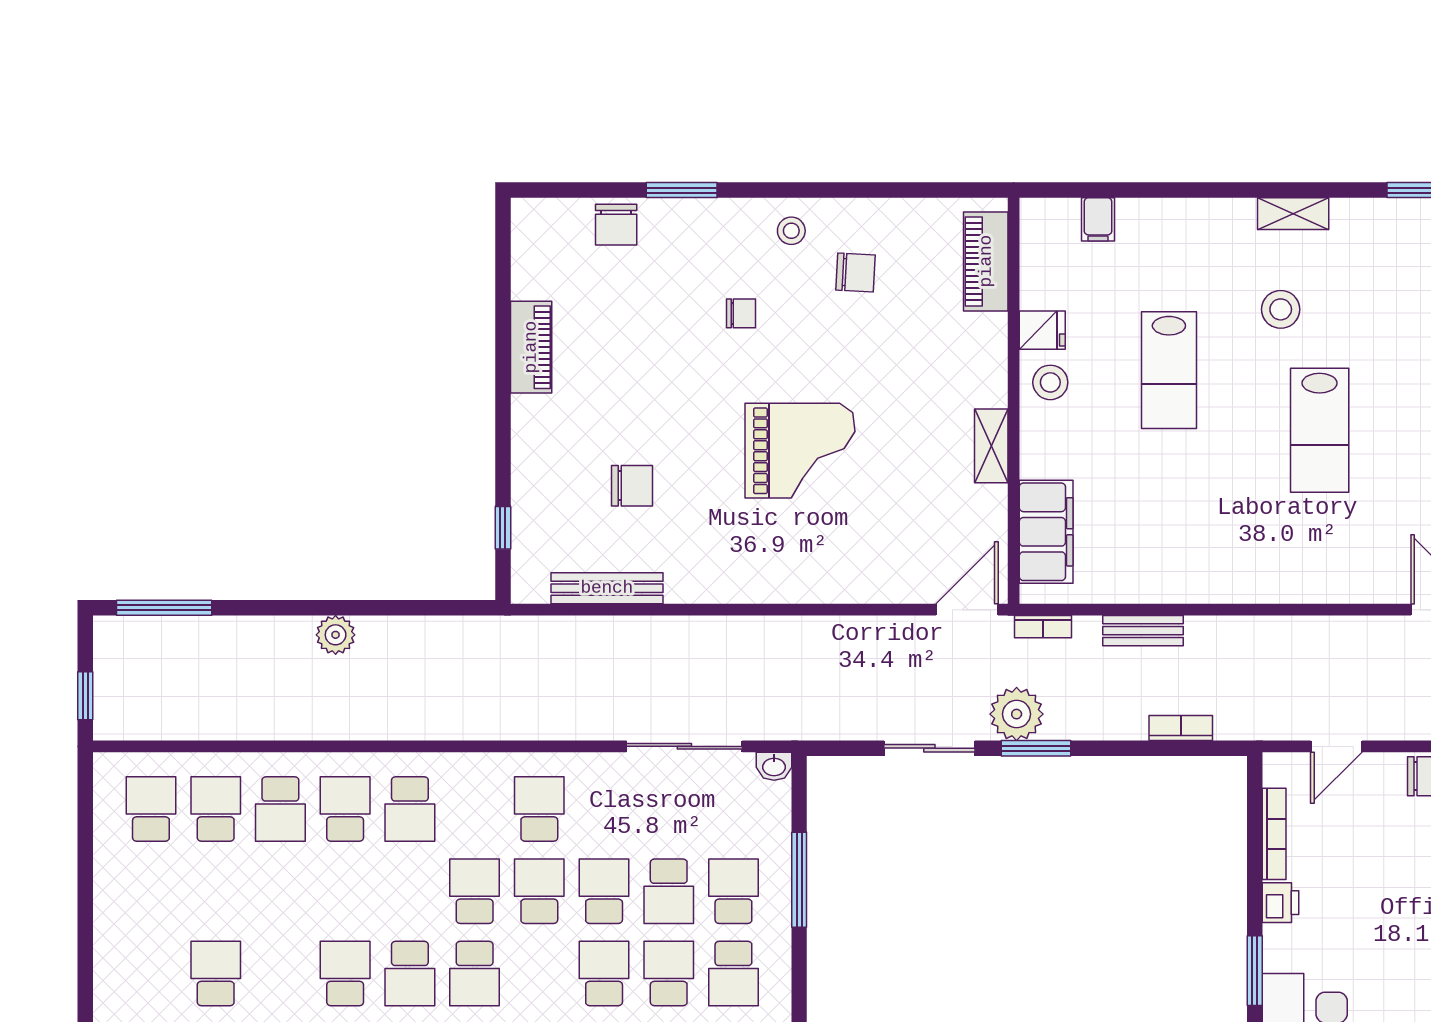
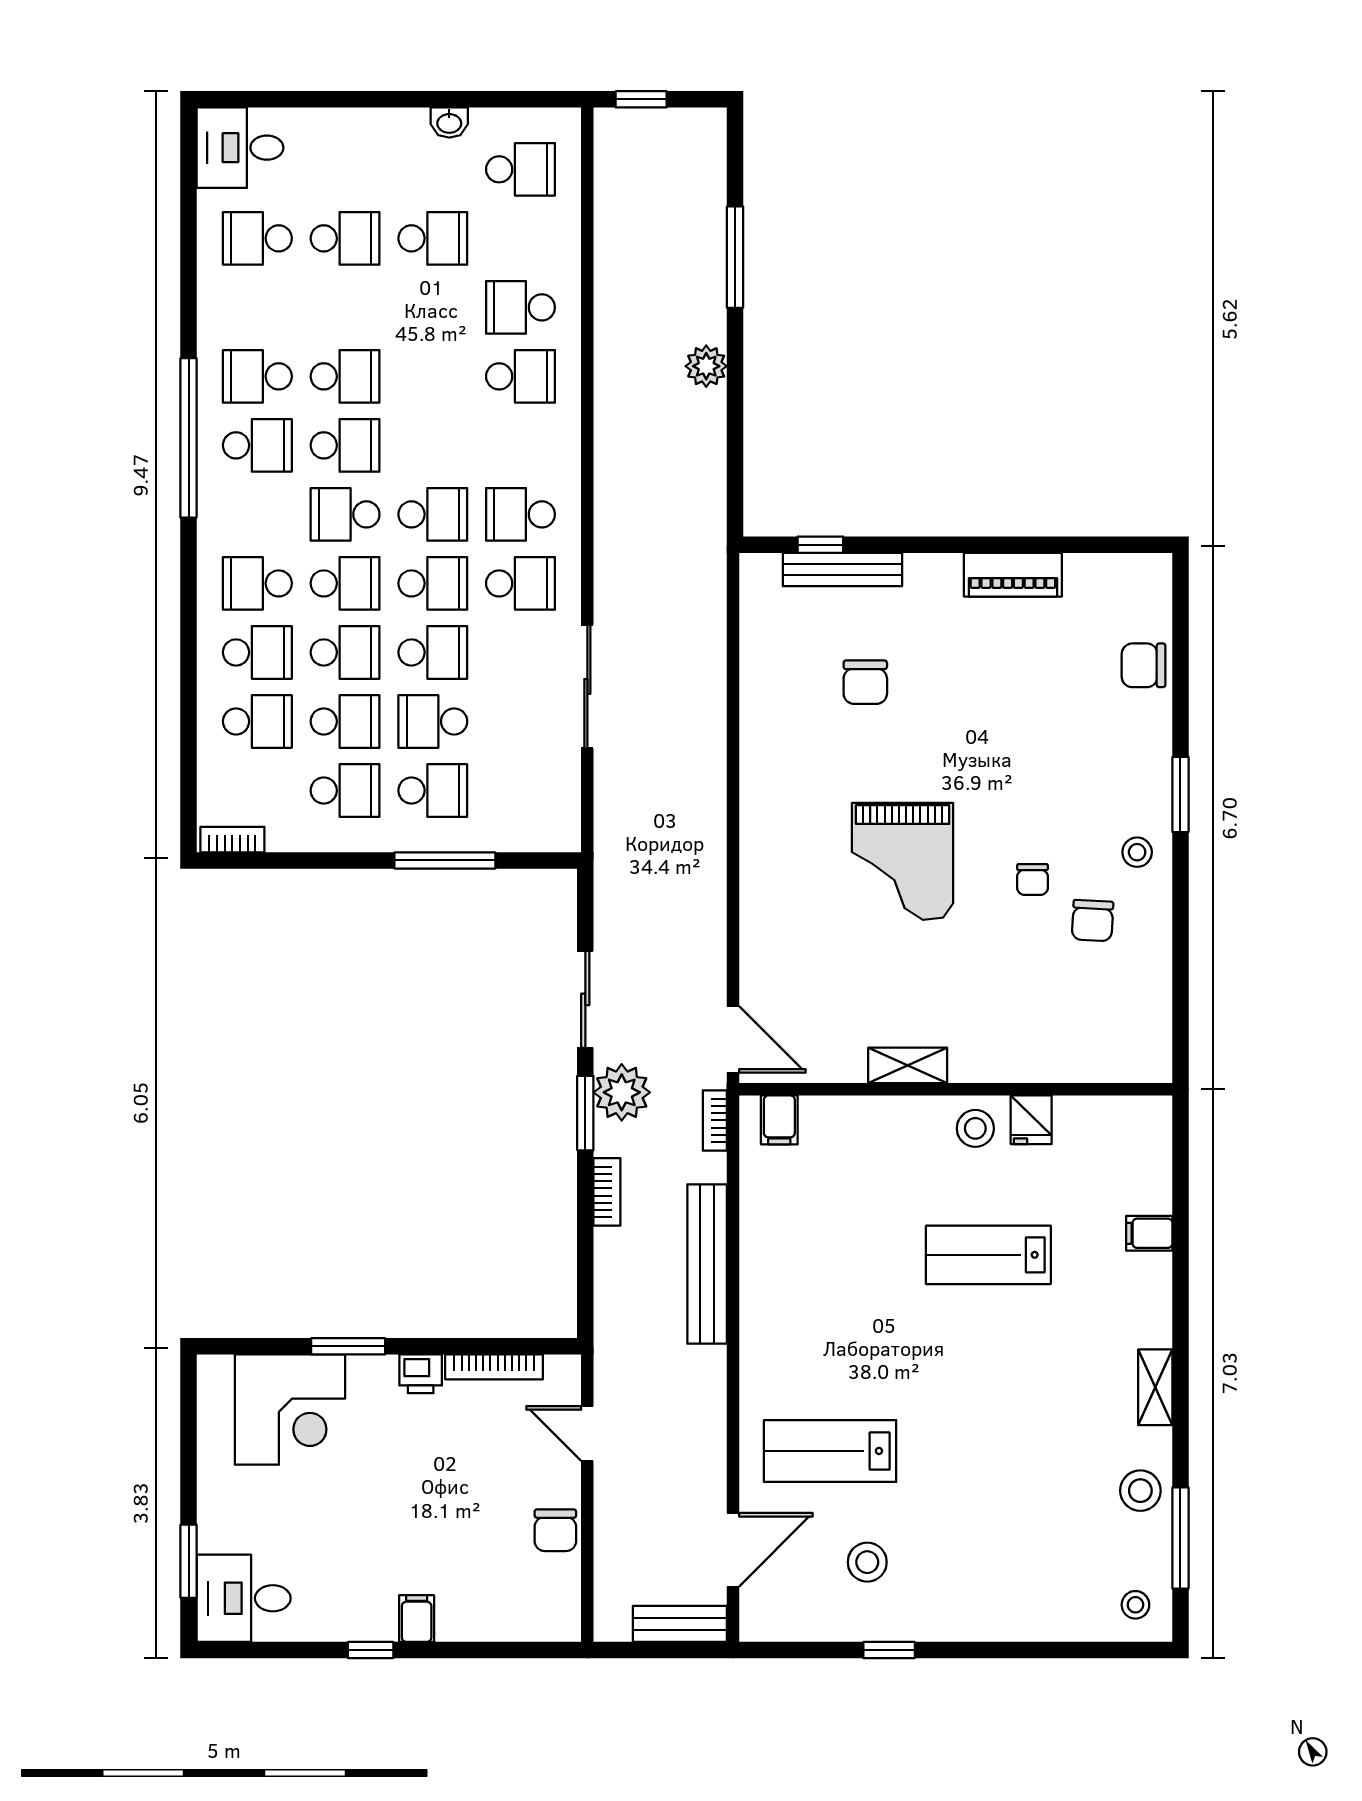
window: (682, 190) -> (1180, 795), moved
filing cabinet: (1098, 219) -> (1149, 1233), moved
piano: (986, 261) -> (1104, 1060), removed
stool: (1281, 309) -> (1140, 1491), moved
chair: (741, 313) -> (1033, 879), moved
lab bench: (1320, 430) -> (830, 1451), moved
filing cabinet: (1046, 532) -> (779, 1120), width x0.33, depth x0.86
bench: (607, 588) -> (842, 569), moved, turned 90
window: (164, 608) -> (735, 257), moved
bench: (1143, 631) -> (707, 1264), width x1.86, depth x1.21
bookcase: (1181, 728) -> (607, 1192), moved
sliding door: (684, 746) -> (587, 686), moved
washbasin: (774, 766) -> (449, 123), moved, turned -90
school desk: (216, 809) -> (433, 238), moved
school desk: (410, 809) -> (520, 514), moved
school desk: (410, 973) -> (345, 445), turned 180
school desk: (539, 973) -> (345, 583), added
school desk: (733, 973) -> (345, 790), turned 180

